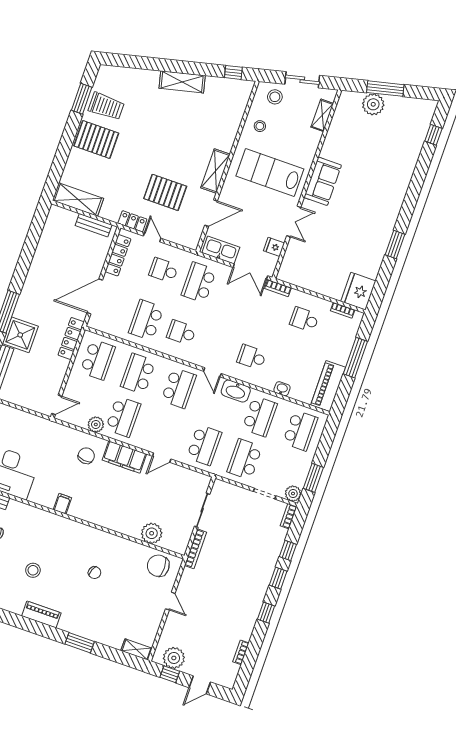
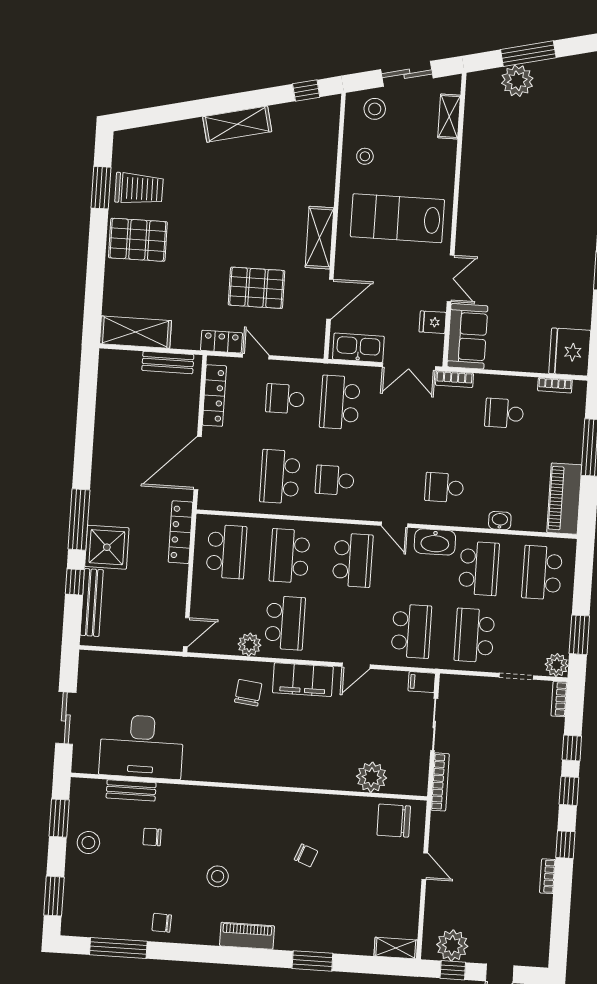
sofa: (323, 181) -> (467, 336), moved
school desk: (300, 430) -> (542, 573), turned 180
filing cabinet: (62, 504) -> (422, 682), moved, turned -90
bookcase: (241, 652) -> (548, 876), moved

